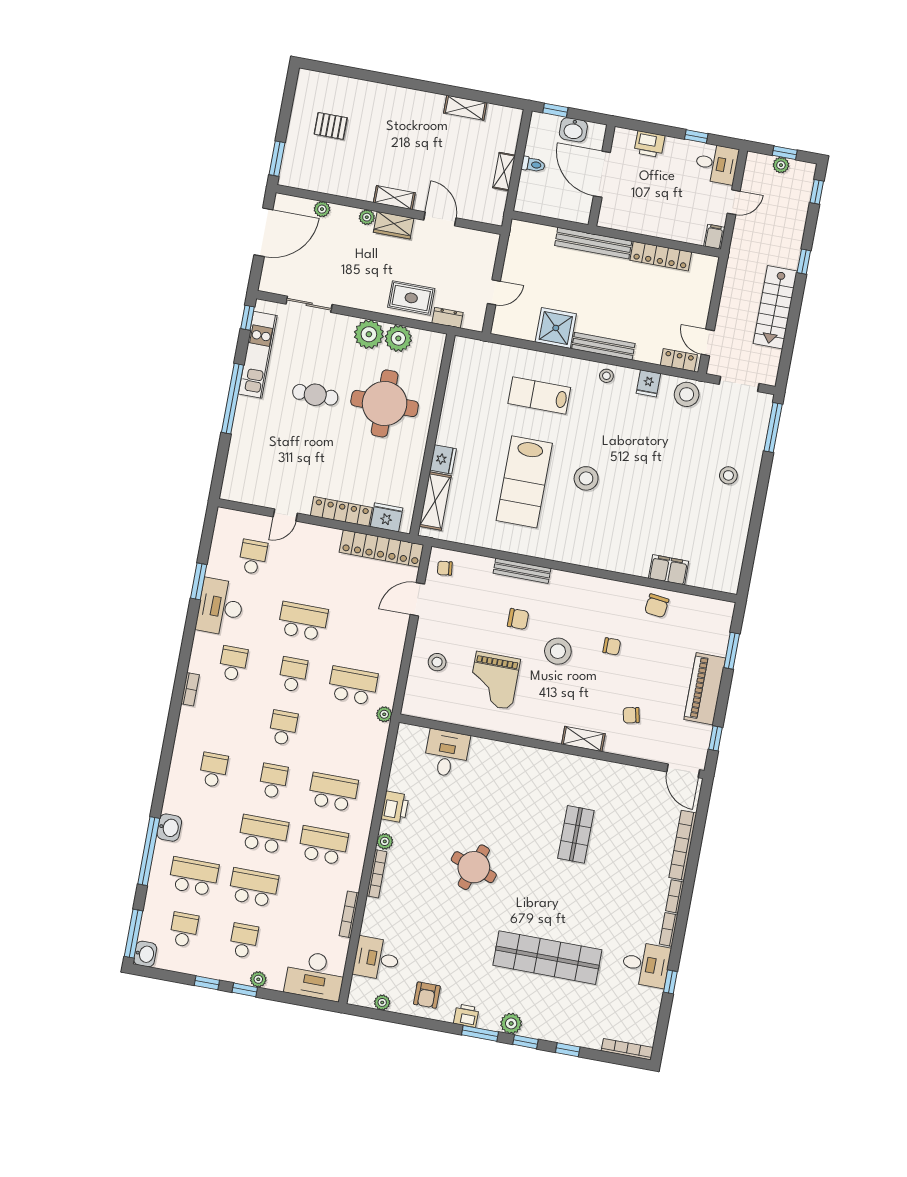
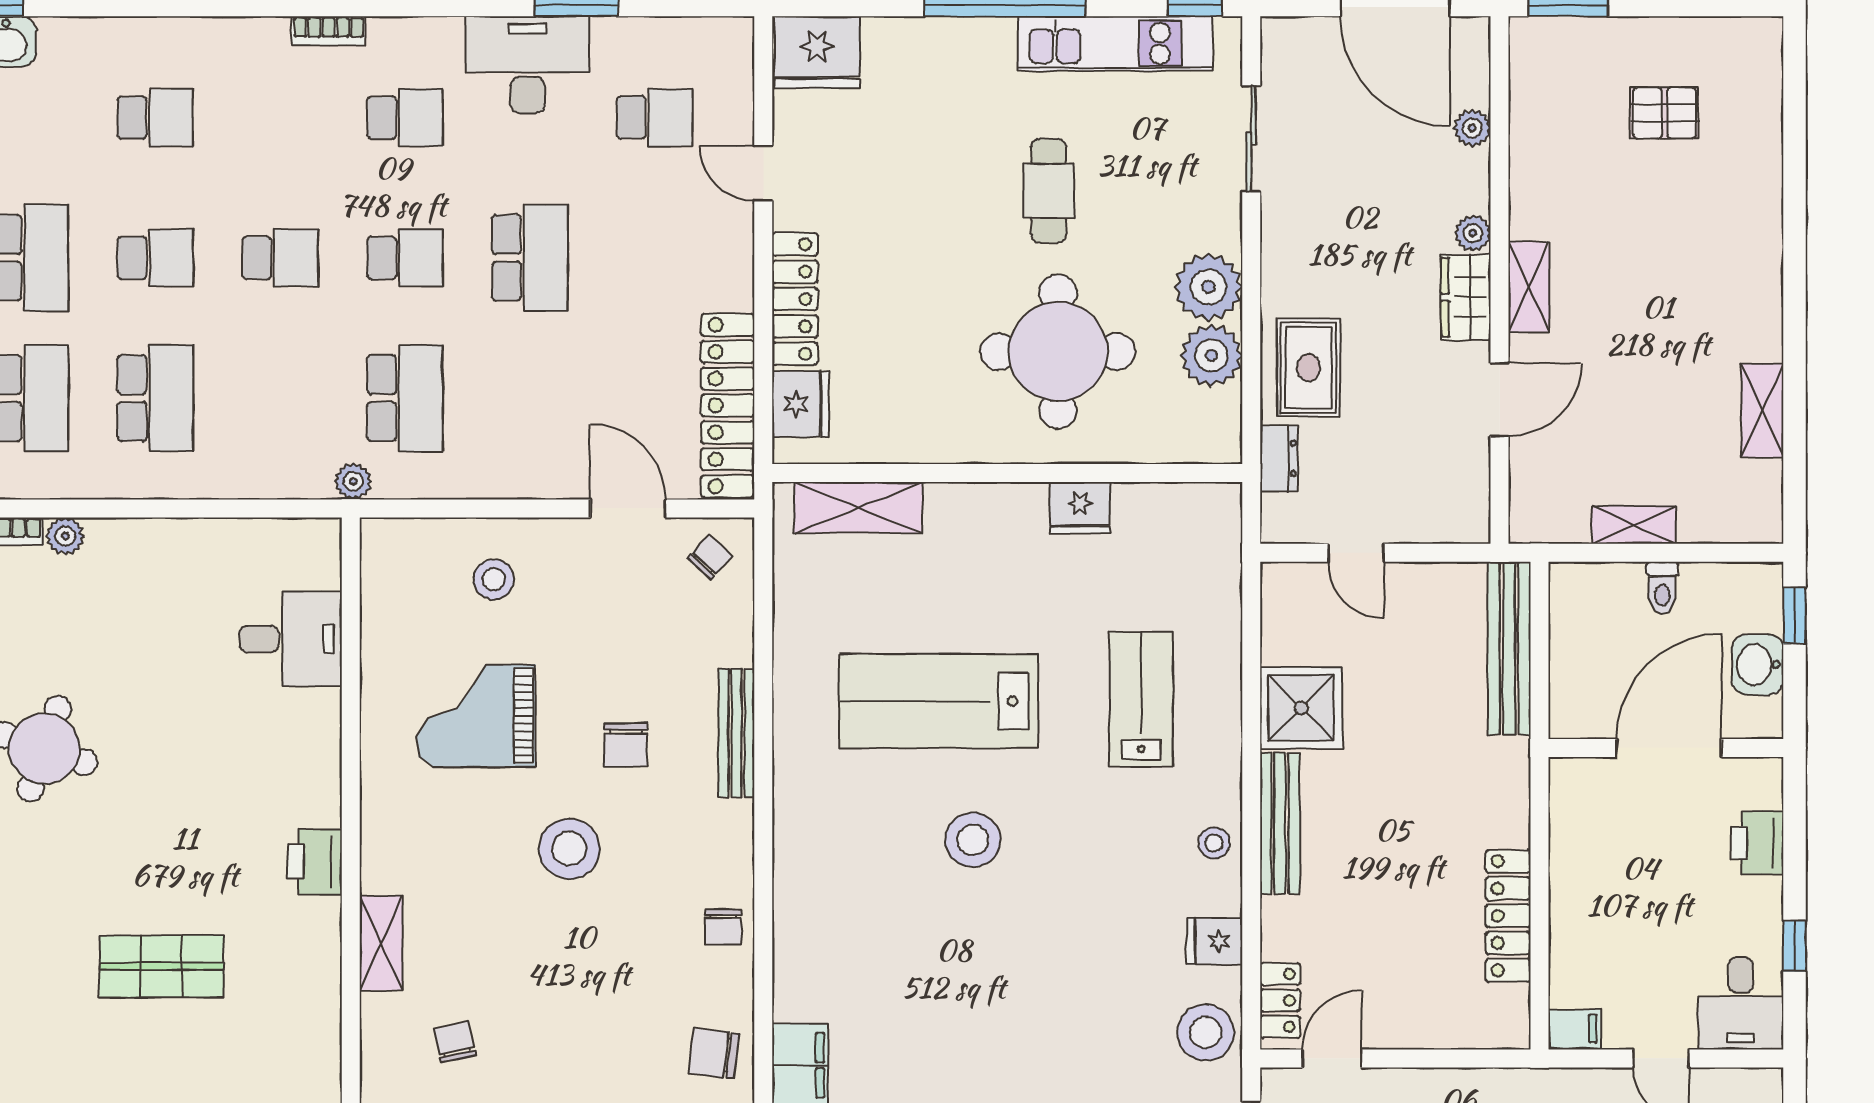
pallet: (331, 126) -> (1665, 113), turned 90
bench: (593, 243) -> (1509, 648), moved
fridge: (443, 459) -> (1080, 508), moved
fridge: (238, 483) -> (817, 52), added
chair: (445, 568) -> (710, 557), turned 50
chair: (612, 646) -> (723, 927), moved
printer: (395, 807) -> (315, 862), moved, turned 90

